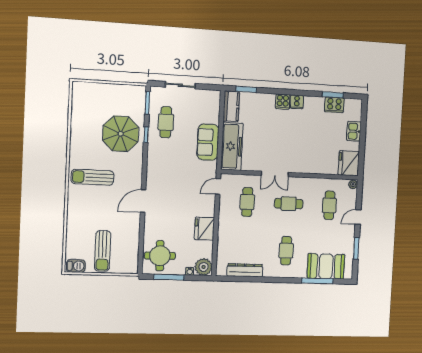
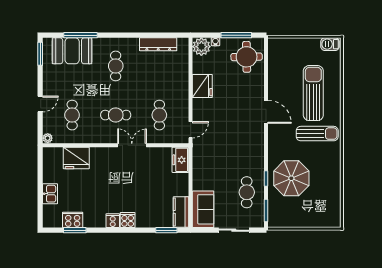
sofa: (208, 142) -> (203, 209), moved
freezer: (232, 146) -> (180, 160), width x0.52, depth x0.79
fridge: (349, 163) -> (76, 158), moved, turned 90
door: (143, 201) -> (266, 112), hinge flipped
window: (356, 248) -> (40, 54), moved
sun lounger: (103, 251) -> (313, 93), moved, width x1.36, depth x1.34

